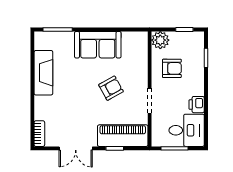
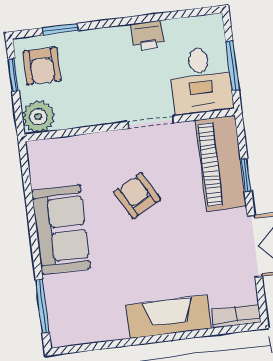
armchair: (172, 68) -> (42, 66), moved, turned 180
fireplace: (43, 73) -> (169, 317), moved
desk: (187, 130) -> (201, 80), moved, turned 180

